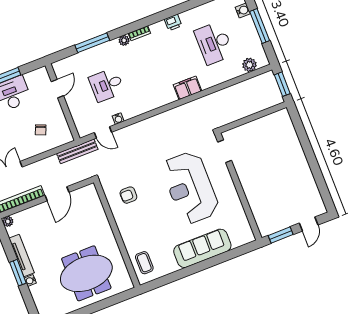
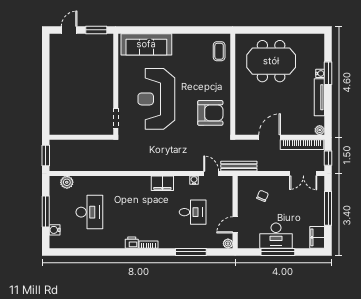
printer: (173, 22) -> (132, 243), moved
plant: (124, 40) -> (228, 244), moved
filing cabinet: (188, 88) -> (162, 183), moved
reception desk: (190, 188) -> (156, 99), turned 180
armchair: (128, 195) -> (210, 113), width x1.88, depth x1.88
sofa: (202, 248) -> (146, 44), moved
window: (18, 273) -> (328, 73), moved

